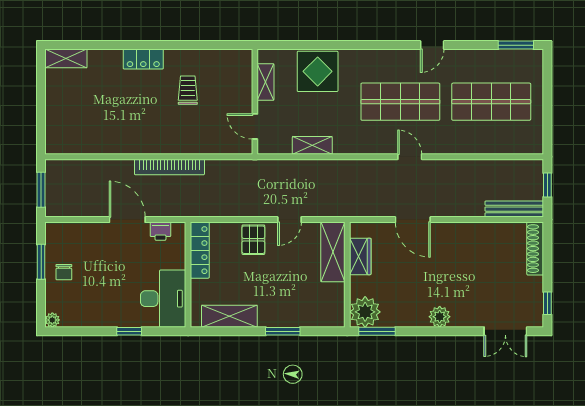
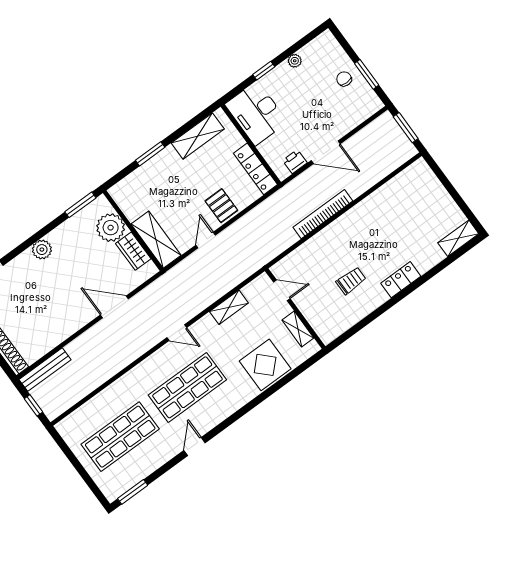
trolley: (188, 90) -> (351, 281), turned -90
door: (410, 157) -> (177, 333), moved
plant: (365, 312) -> (111, 228), moved
plant: (52, 320) -> (295, 61), moved

